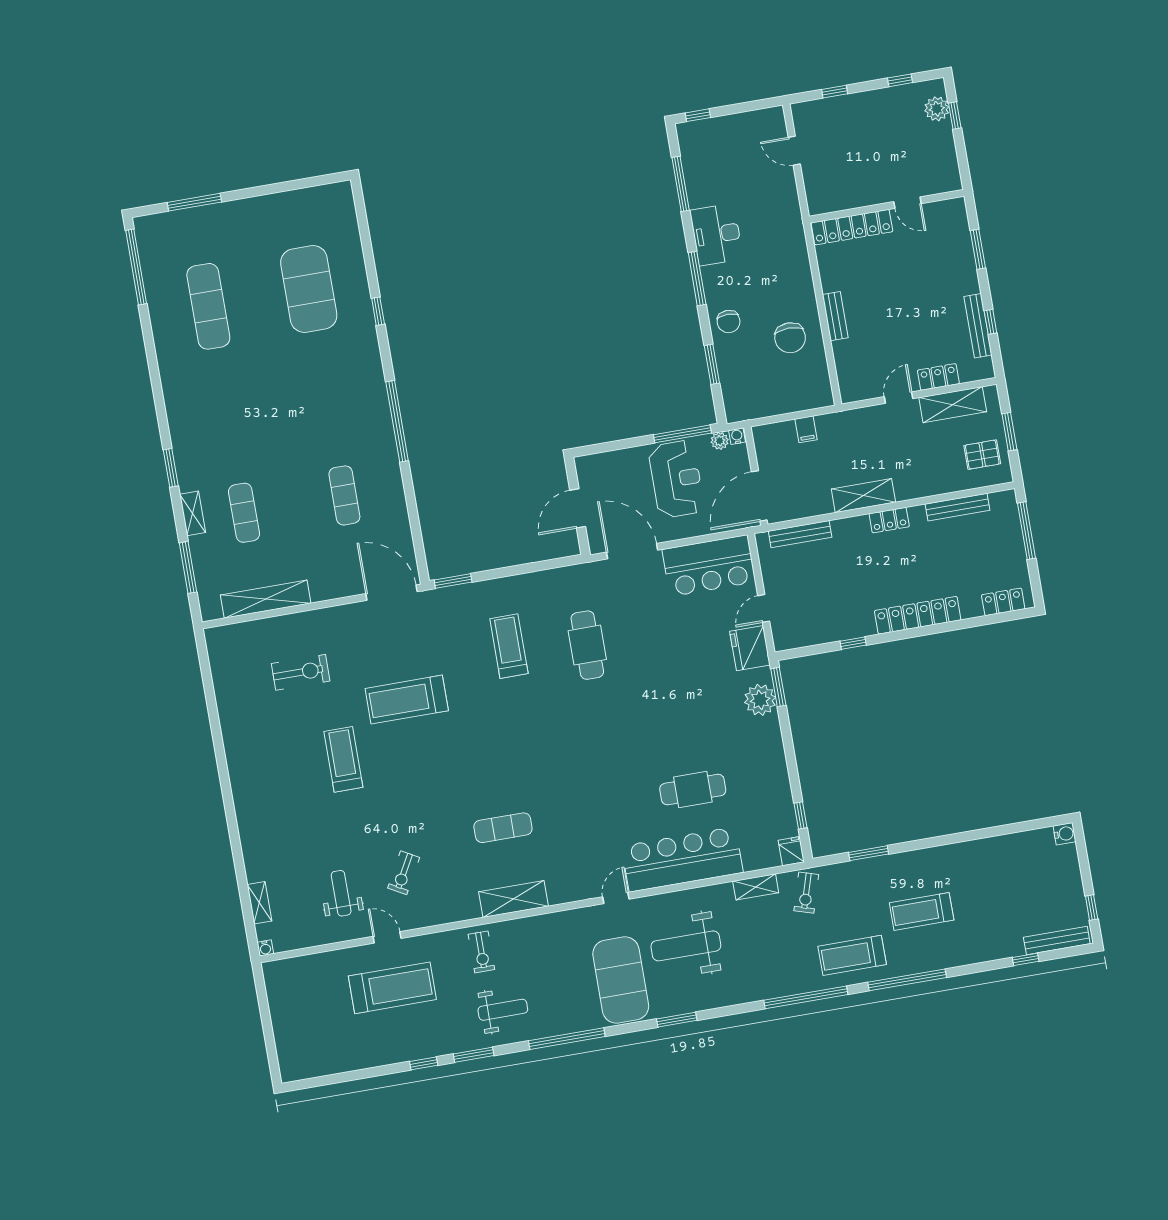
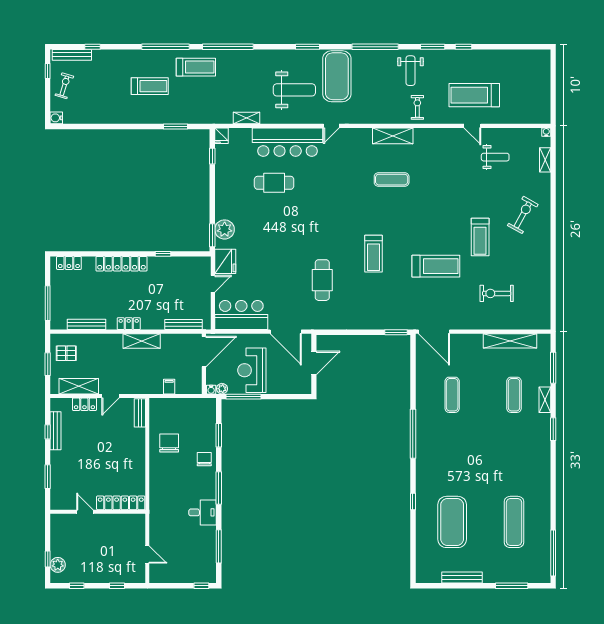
bench: (277, 202) -> (462, 578), added
desk: (716, 235) -> (203, 512), width x0.73
bench: (835, 316) -> (140, 413), moved
treadmill: (509, 646) -> (374, 254), moved
exercise bike: (404, 873) -> (523, 215), moved, width x1.38, depth x1.39
weight bench: (341, 893) -> (495, 157), turned -90
exercise bike: (806, 893) -> (64, 86), moved
weight bench: (503, 1010) -> (410, 71), turned -90

